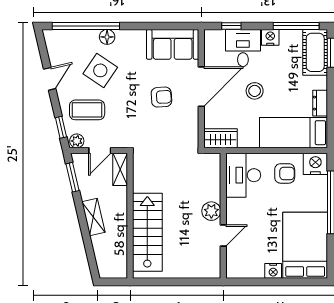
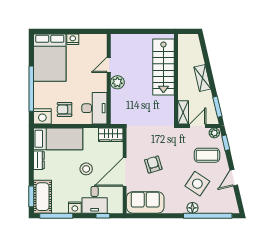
armchair: (161, 97) -> (153, 164), turned 77

